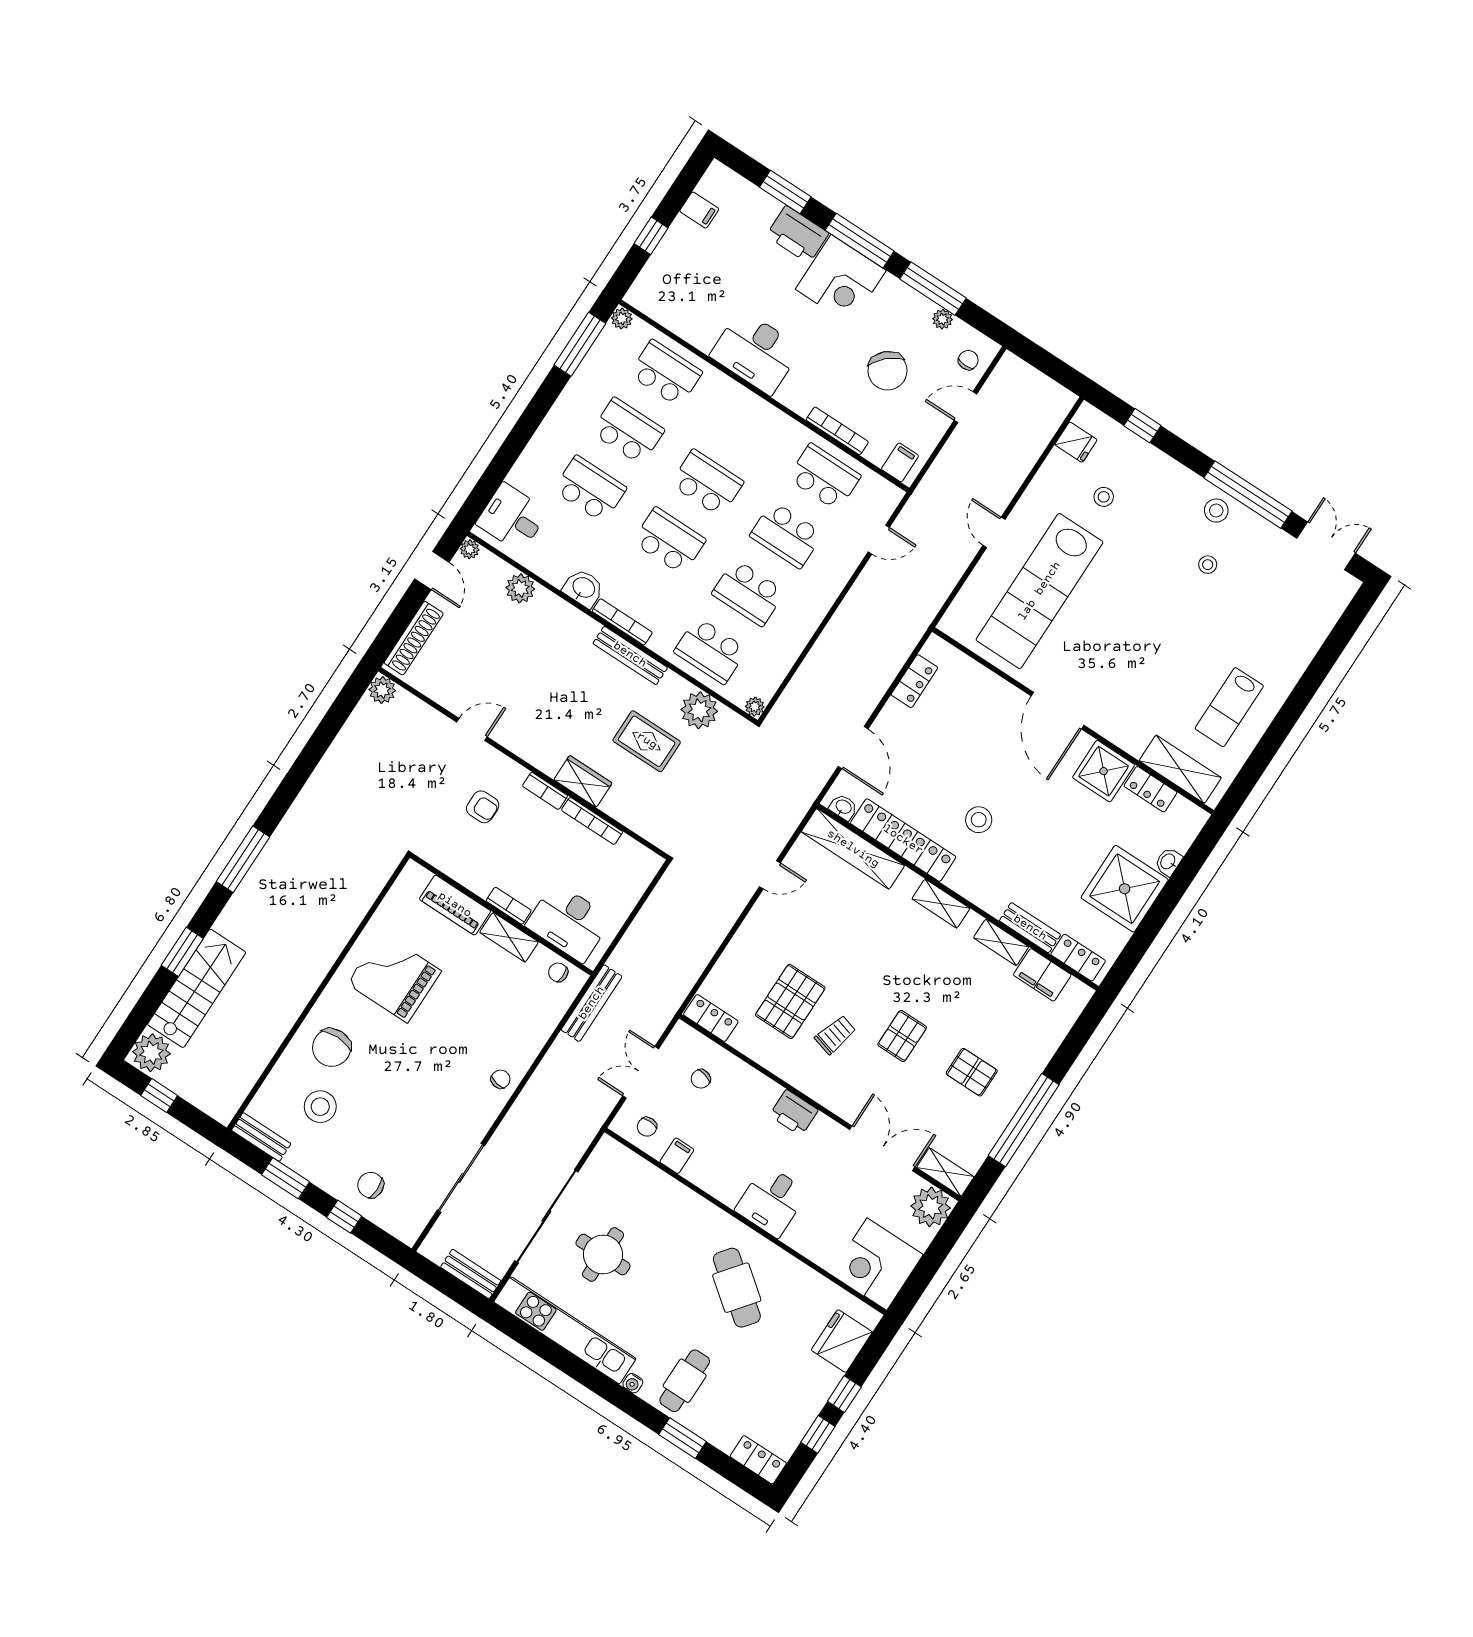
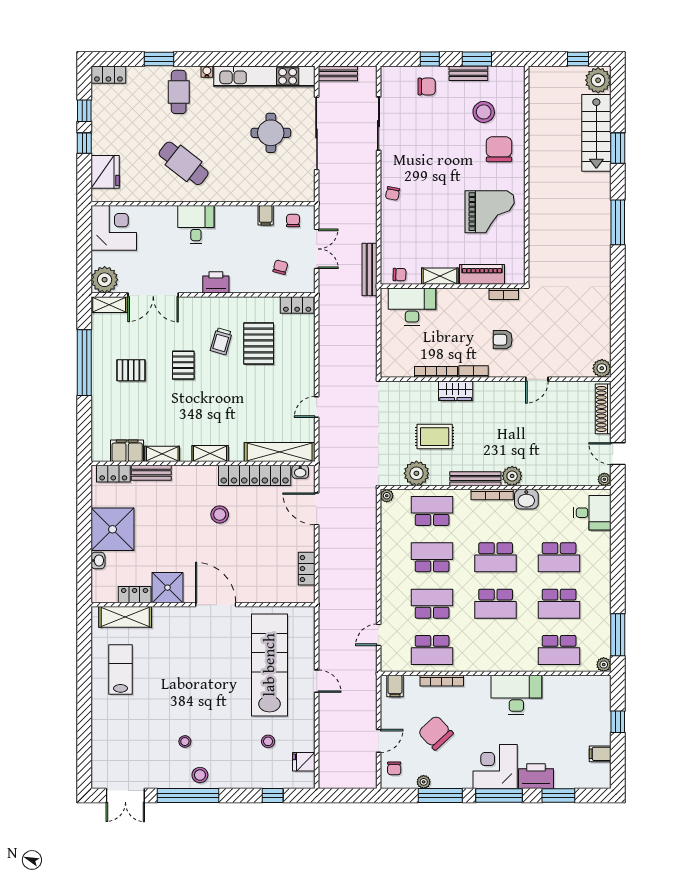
plant: (520, 588) -> (512, 476), moved
bookcase: (509, 906) -> (504, 294), moved
bench: (261, 1137) -> (468, 73), moved

